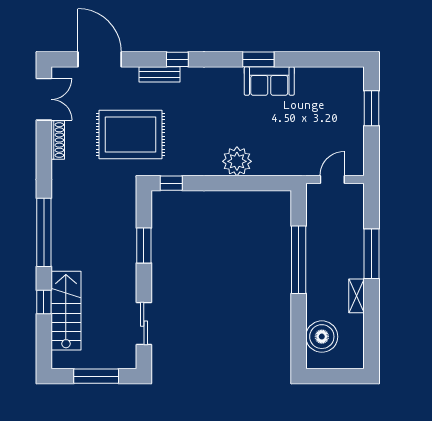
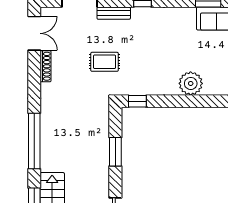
bench: (160, 74) -> (114, 13), moved
rug: (131, 135) -> (105, 62), width x0.54, depth x0.49

